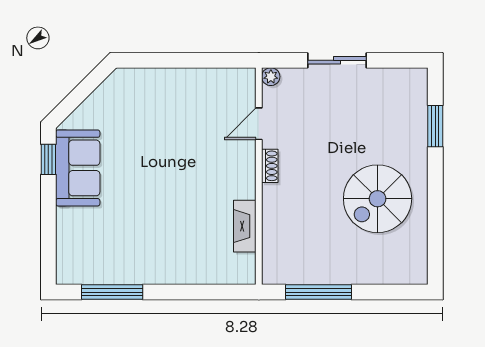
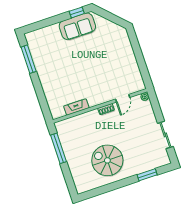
sliding door: (337, 60) -> (165, 135), moved
door: (259, 124) -> (123, 98), swing flipped

